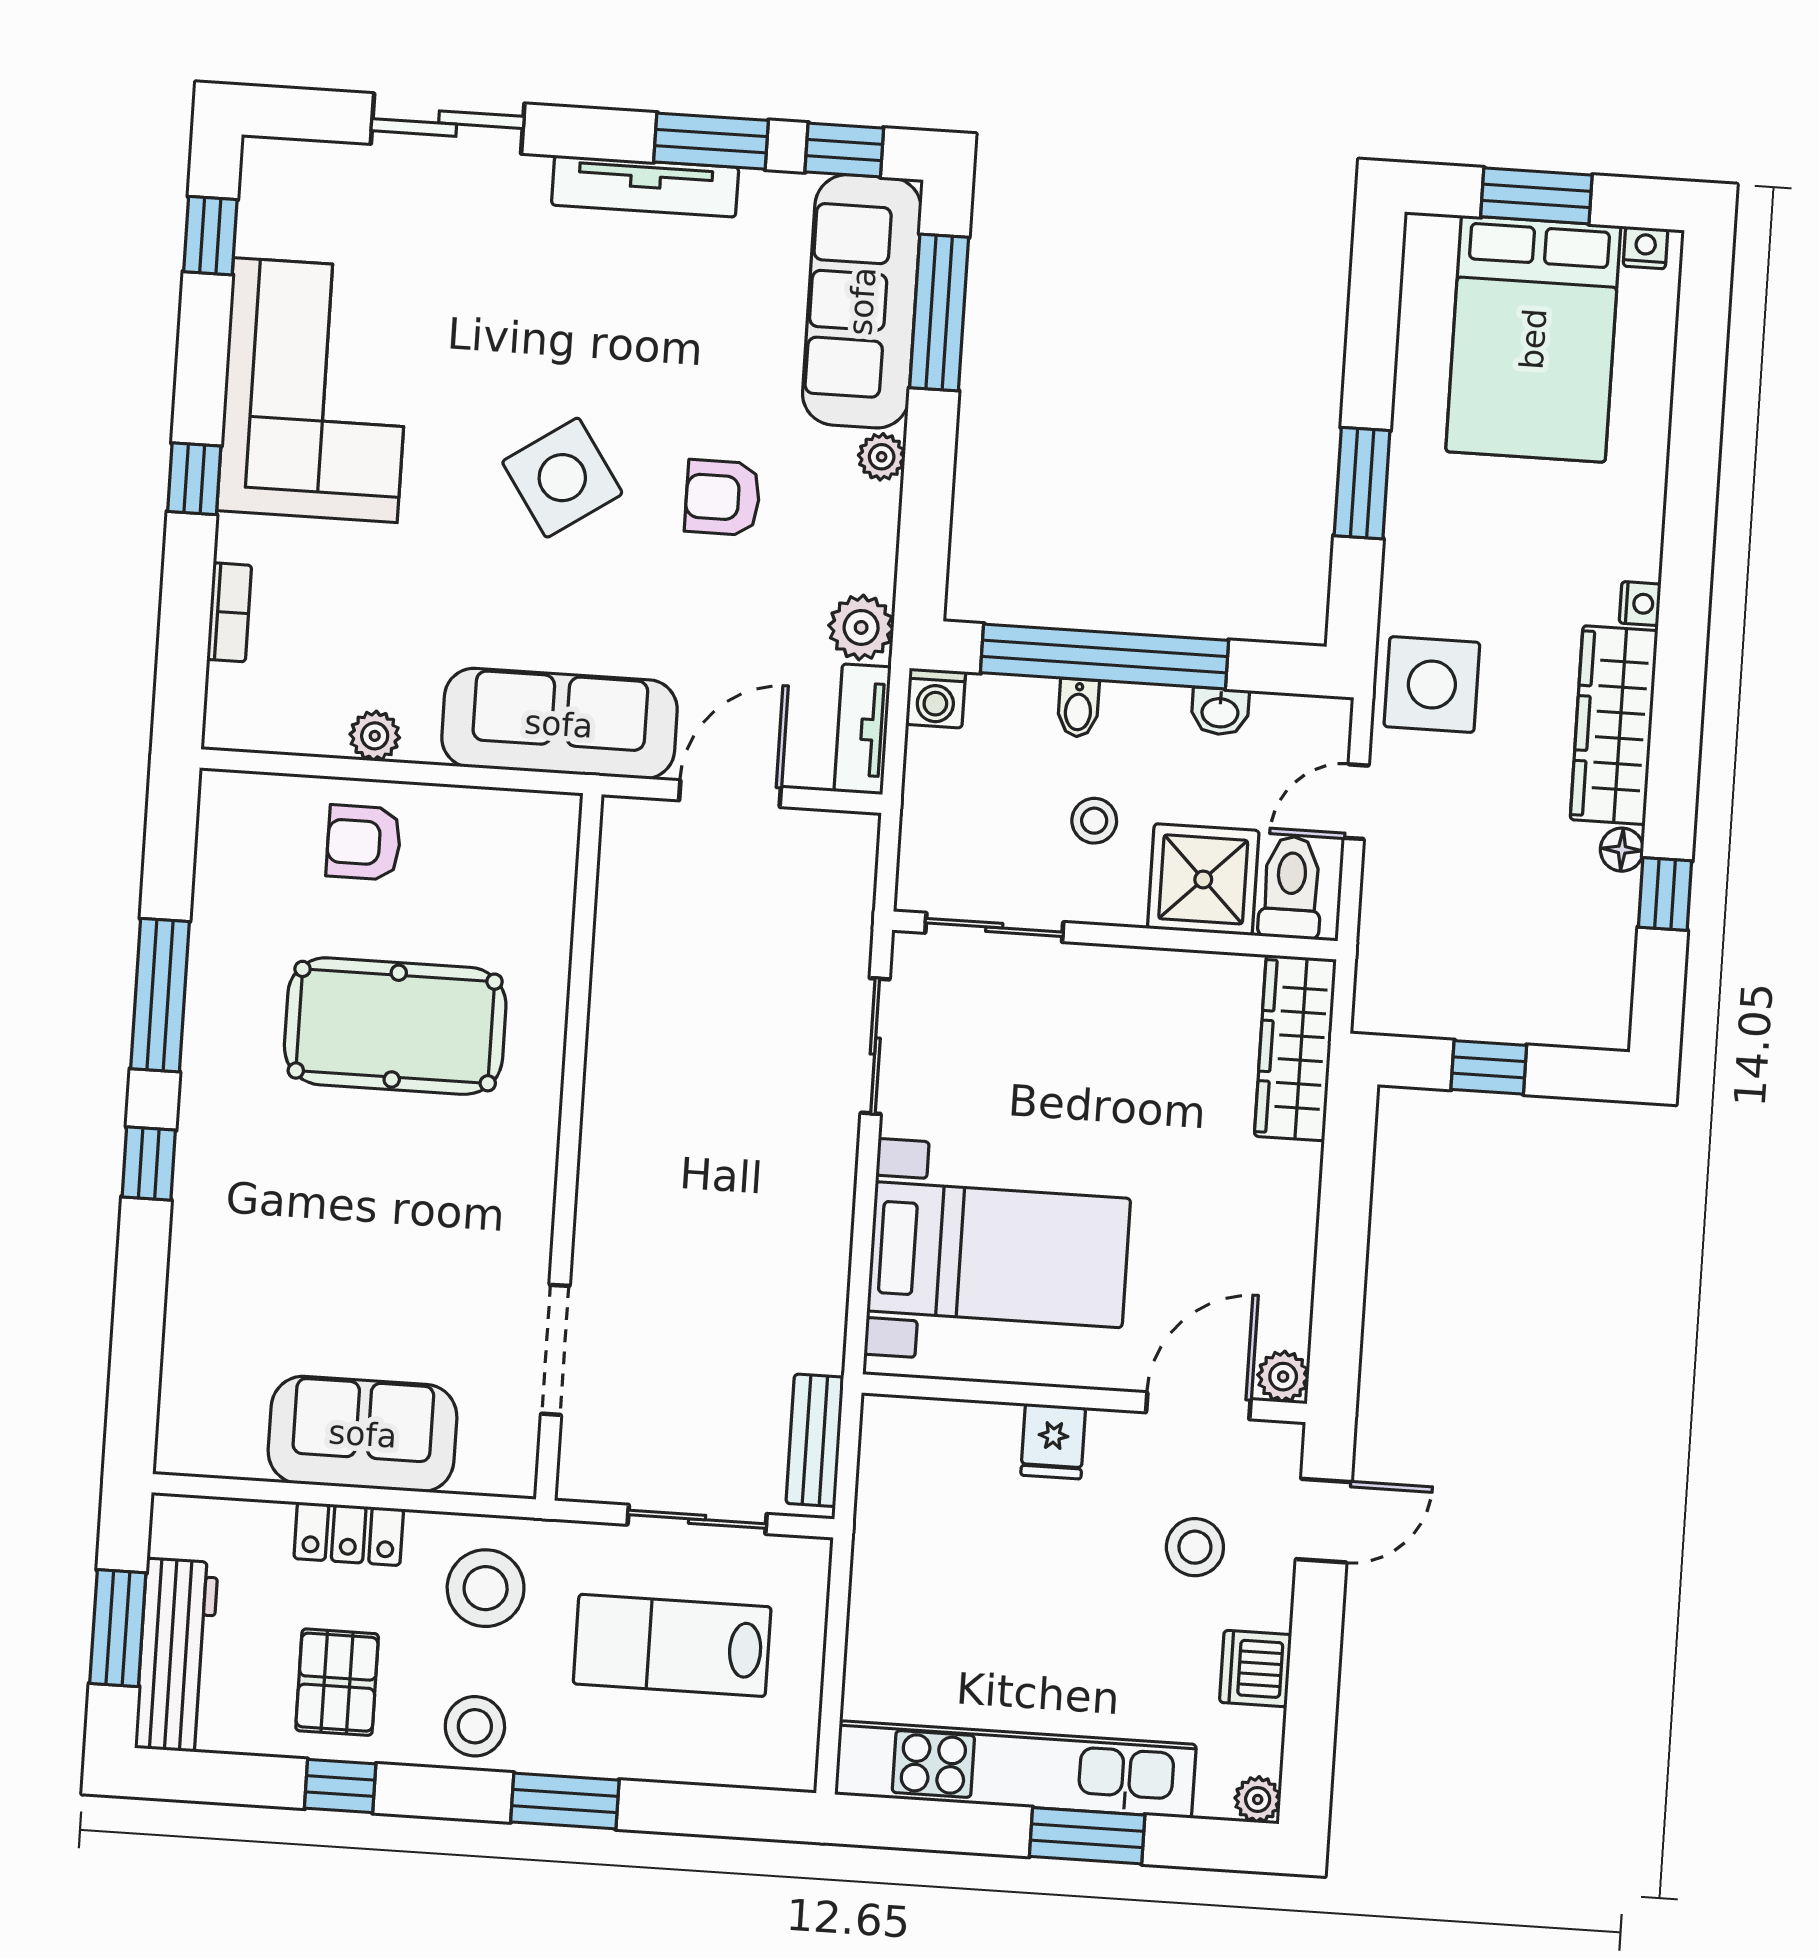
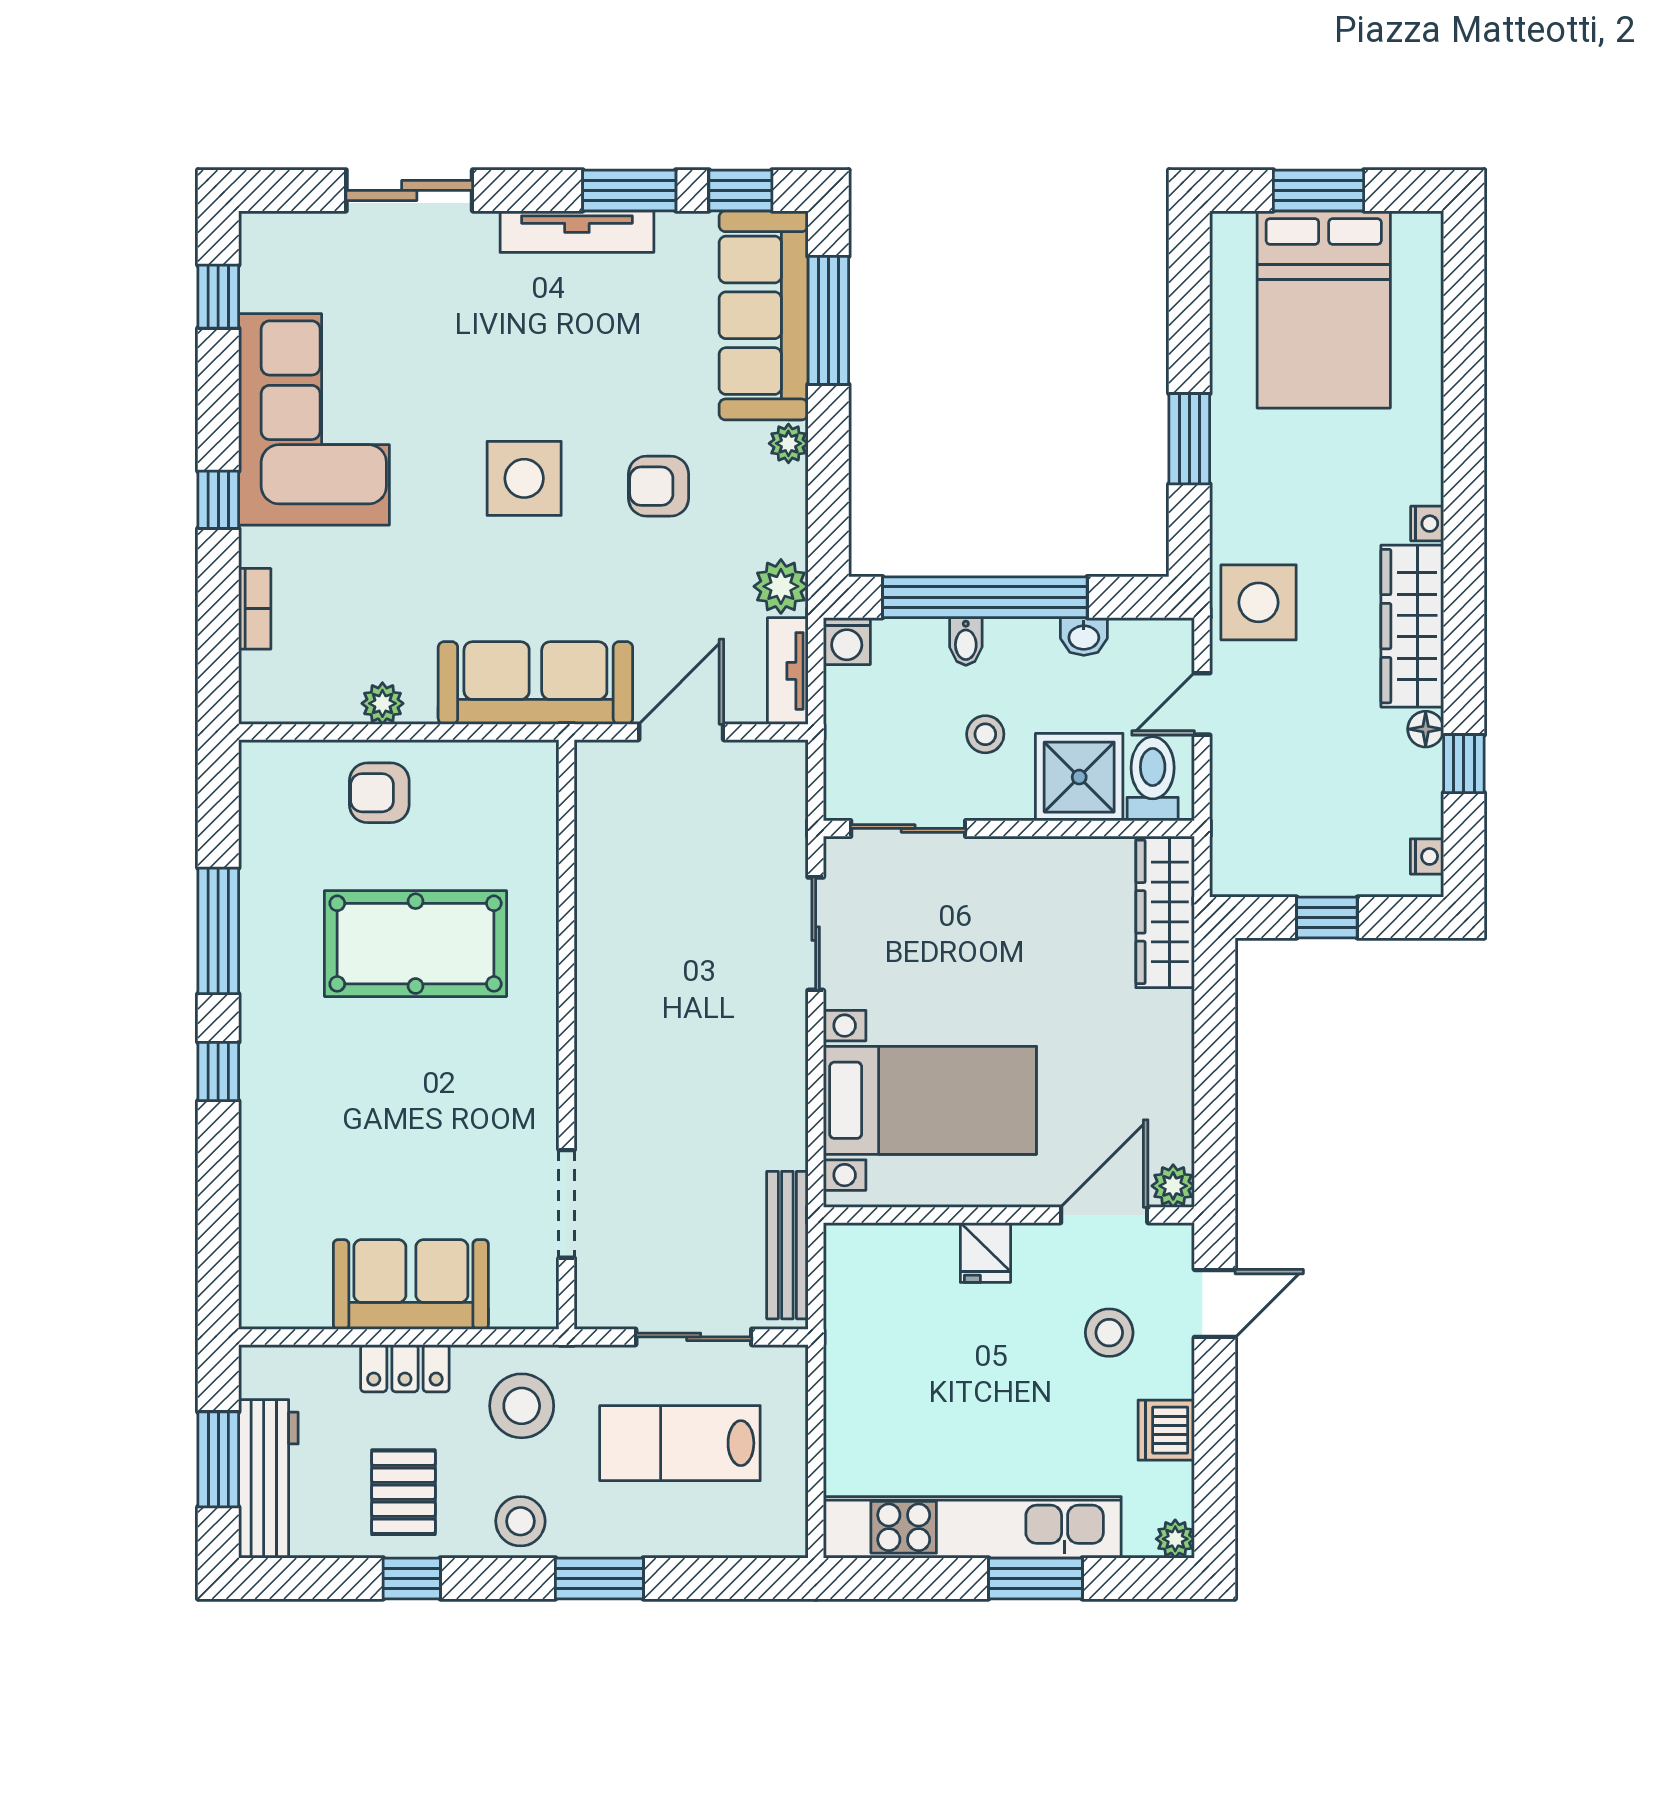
nightstand: (1645, 248) -> (1427, 856), moved, turned 90
side table: (562, 478) -> (524, 478), turned 34
bench: (815, 1440) -> (787, 1245), width x1.36

